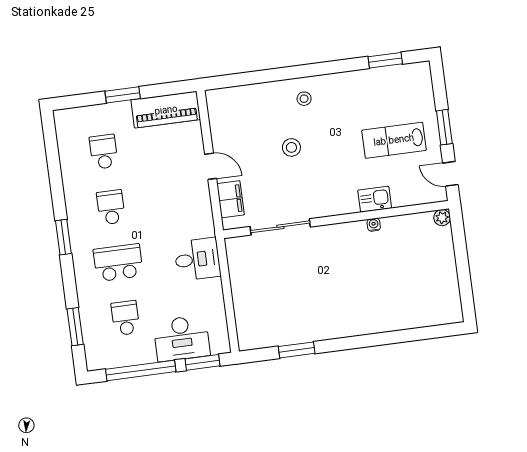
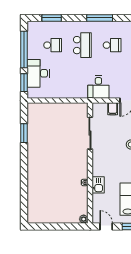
door: (450, 174) -> (106, 226), hinge flipped
filing cabinet: (231, 199) -> (113, 109), width x0.50
window: (63, 237) -> (100, 18), width x1.44
desk: (197, 259) -> (98, 87), moved

